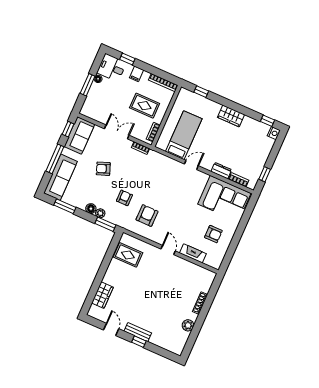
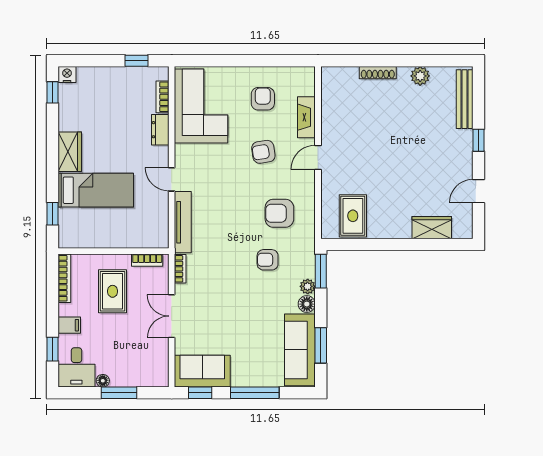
bed: (184, 135) -> (96, 190), moved, turned 180
tv unit: (165, 161) -> (183, 222), added
armchair: (103, 169) -> (263, 152), moved, turned 102
sofa: (60, 177) -> (300, 350), moved, turned -90
bench: (138, 332) -> (465, 99), moved, width x1.36

